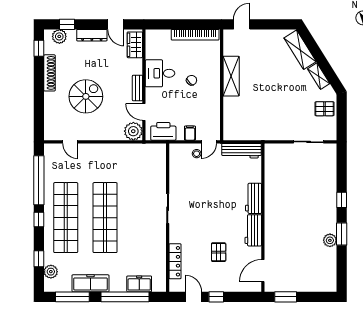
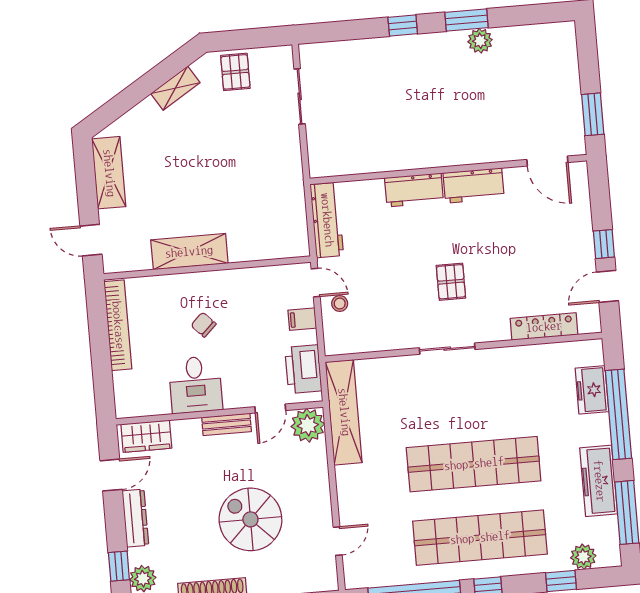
shelving: (300, 50) -> (109, 173), moved, turned -58
shelving: (139, 151) -> (344, 412), added
pallet: (219, 252) -> (451, 282), moved, turned 90

